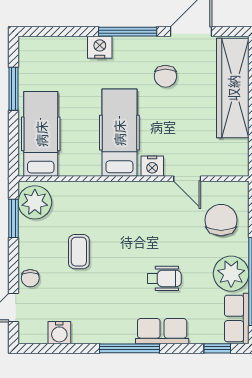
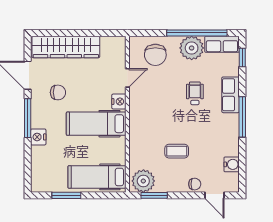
chair: (221, 220) -> (155, 55), turned -90

